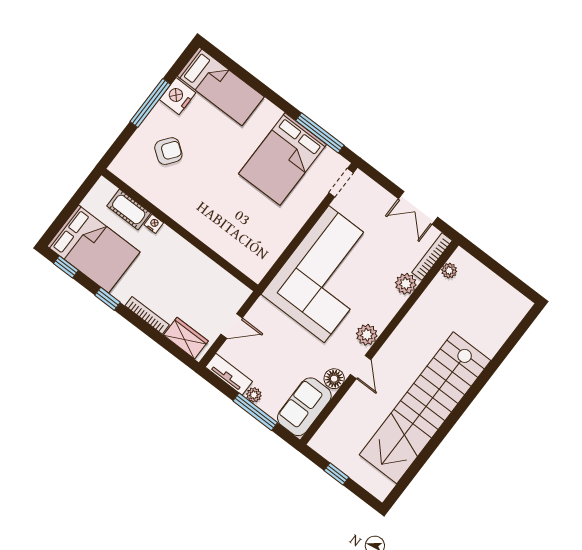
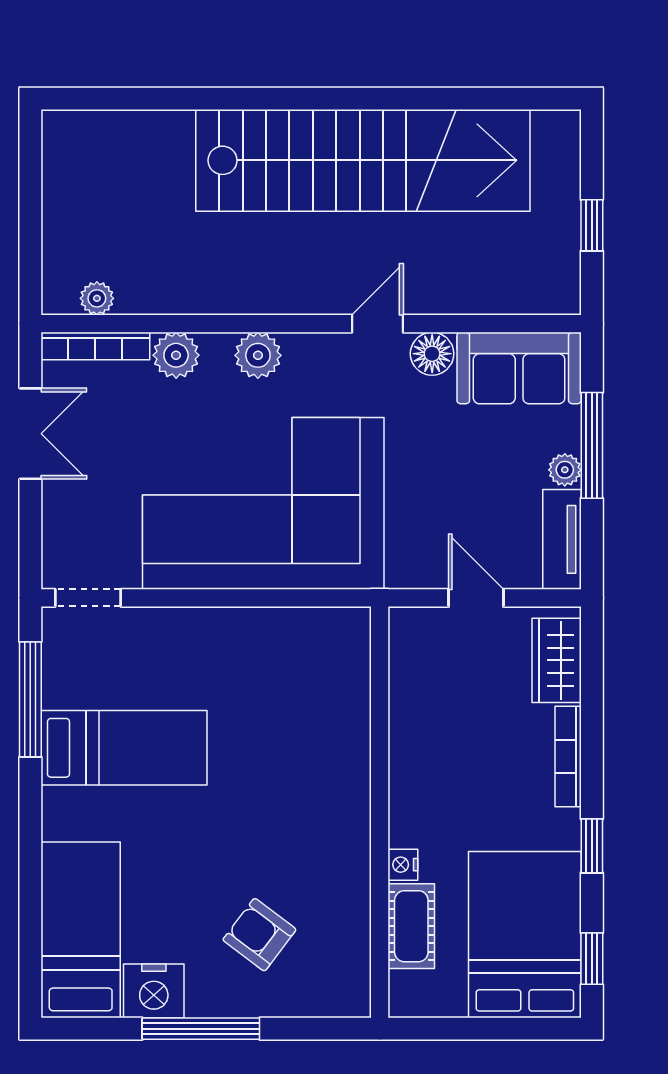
bed: (283, 159) -> (124, 748), width x0.67
plant: (367, 335) -> (258, 355), moved

